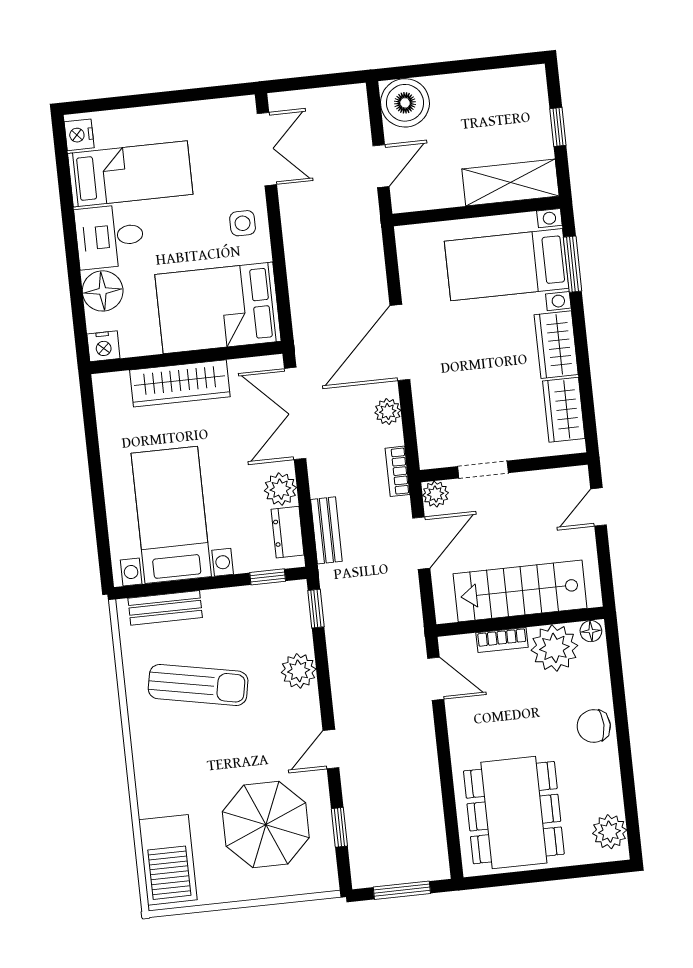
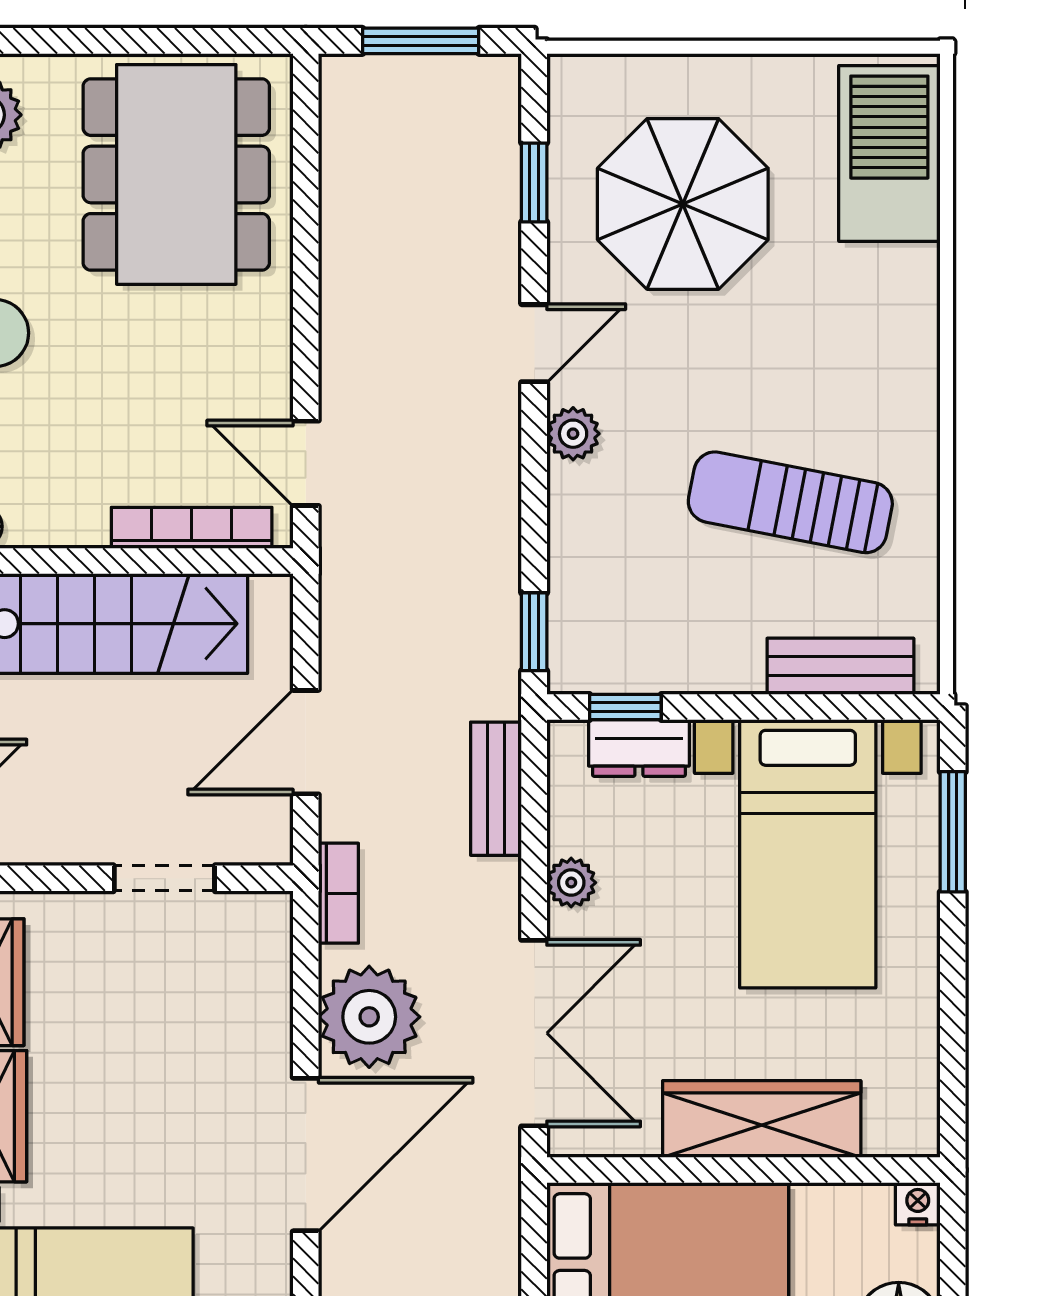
nightstand: (103, 346) -> (918, 1204), width x0.72, depth x0.74
plant: (388, 412) -> (369, 1017), width x1.87, depth x1.87
plant: (280, 489) -> (571, 883), width x0.73, depth x0.73
plant: (436, 494) -> (266, 839), removed
dresser: (288, 532) -> (639, 748), moved, turned 90
window: (102, 533) -> (953, 832), added
bookcase: (502, 640) -> (192, 528), width x1.56
plant: (554, 648) -> (58, 500), removed
plant: (299, 671) -> (573, 434), moved, width x0.73, depth x0.73

